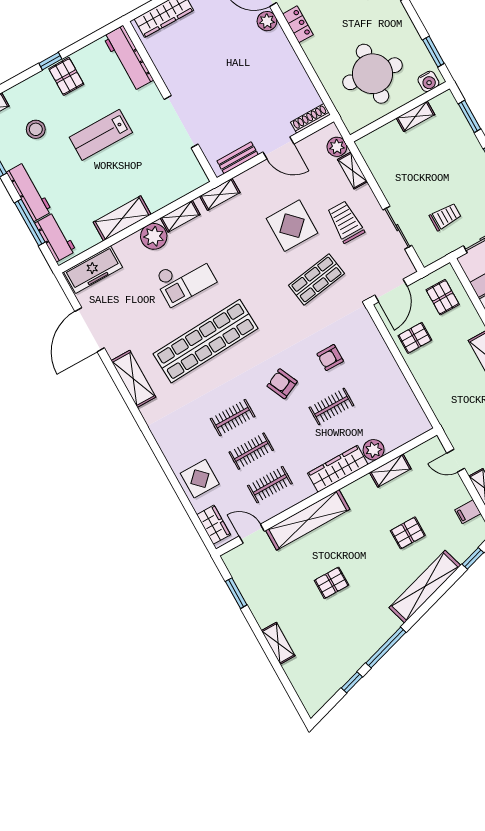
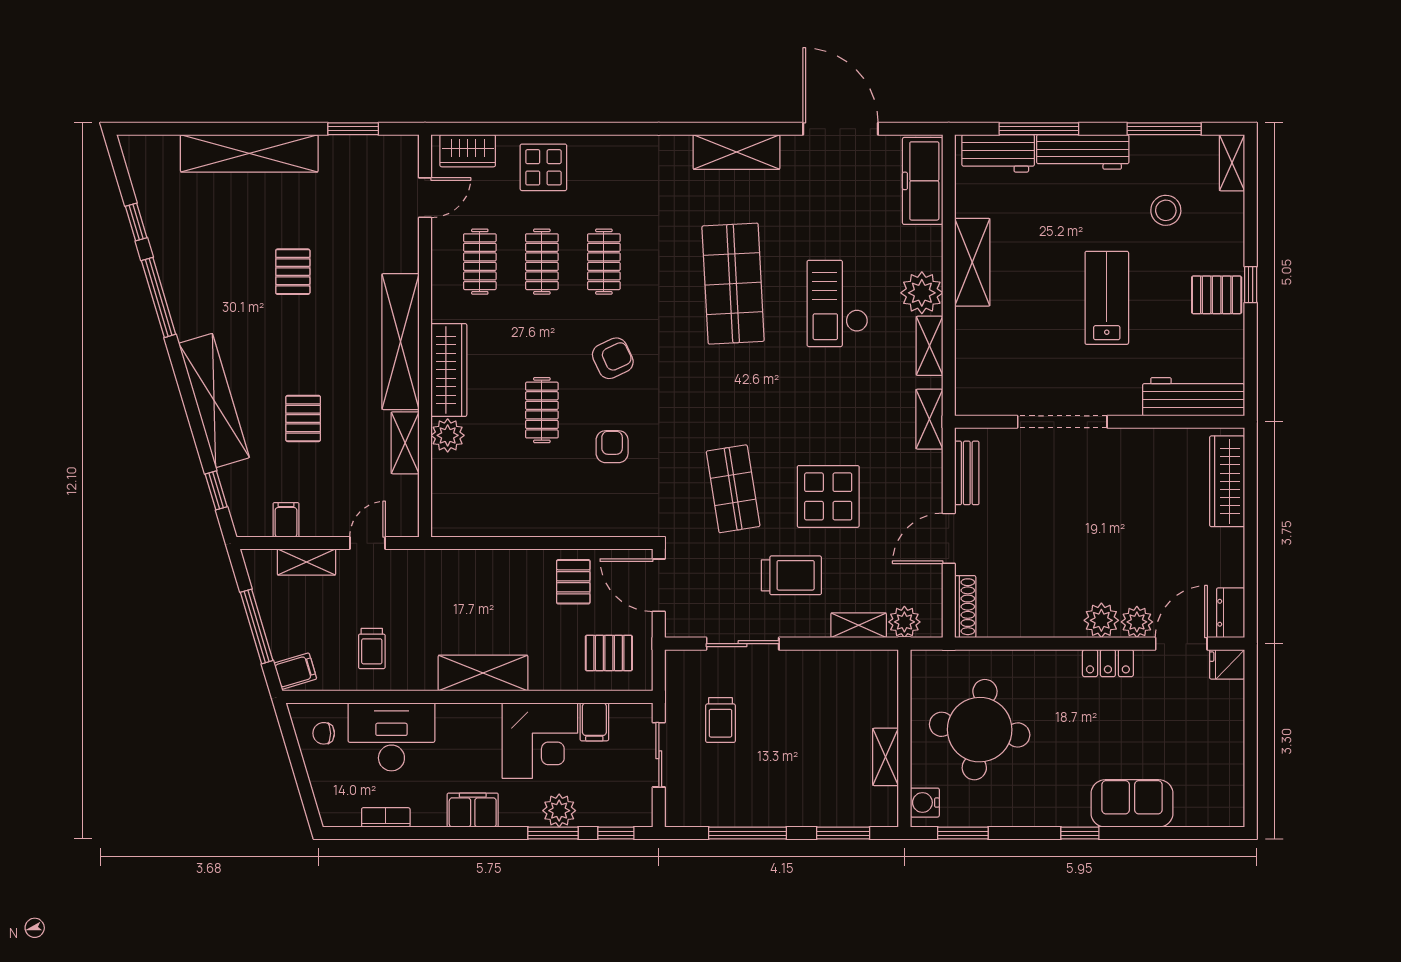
plant: (277, 41) -> (1101, 620), added
shop shelf: (206, 341) -> (733, 284), width x0.71
shelving: (308, 520) -> (401, 342), moved
shelving: (278, 643) -> (249, 153), width x2.20, depth x1.33

